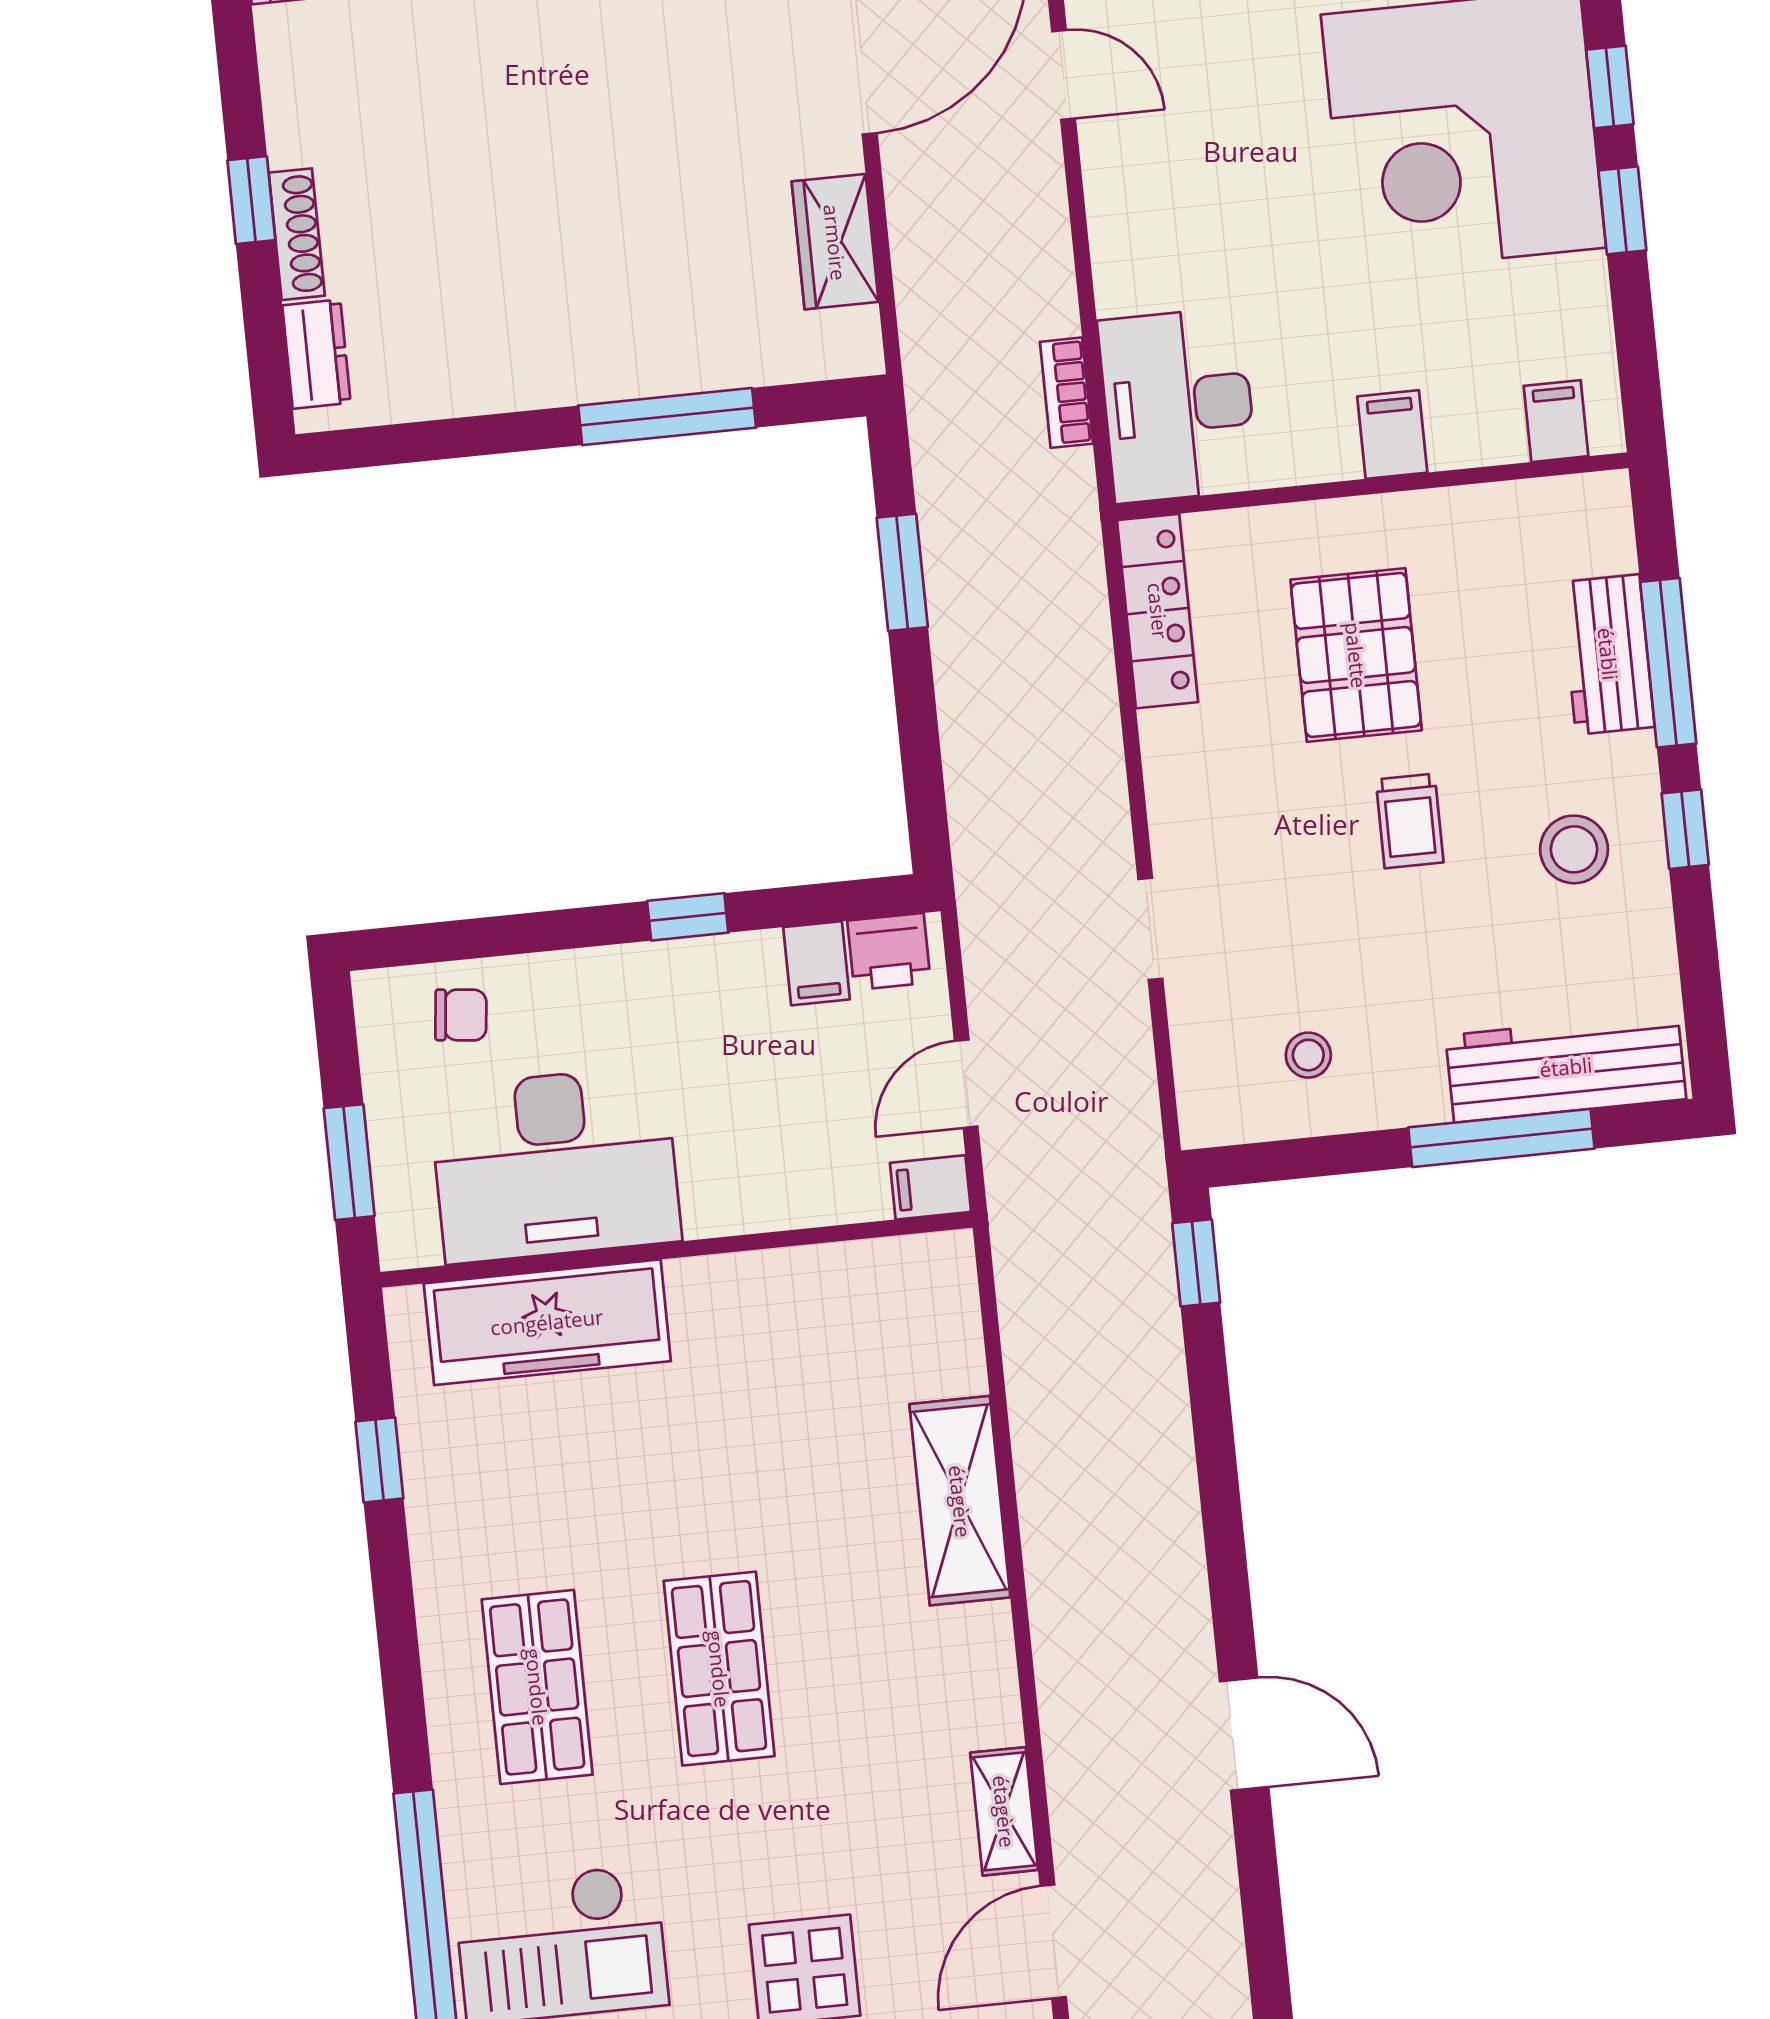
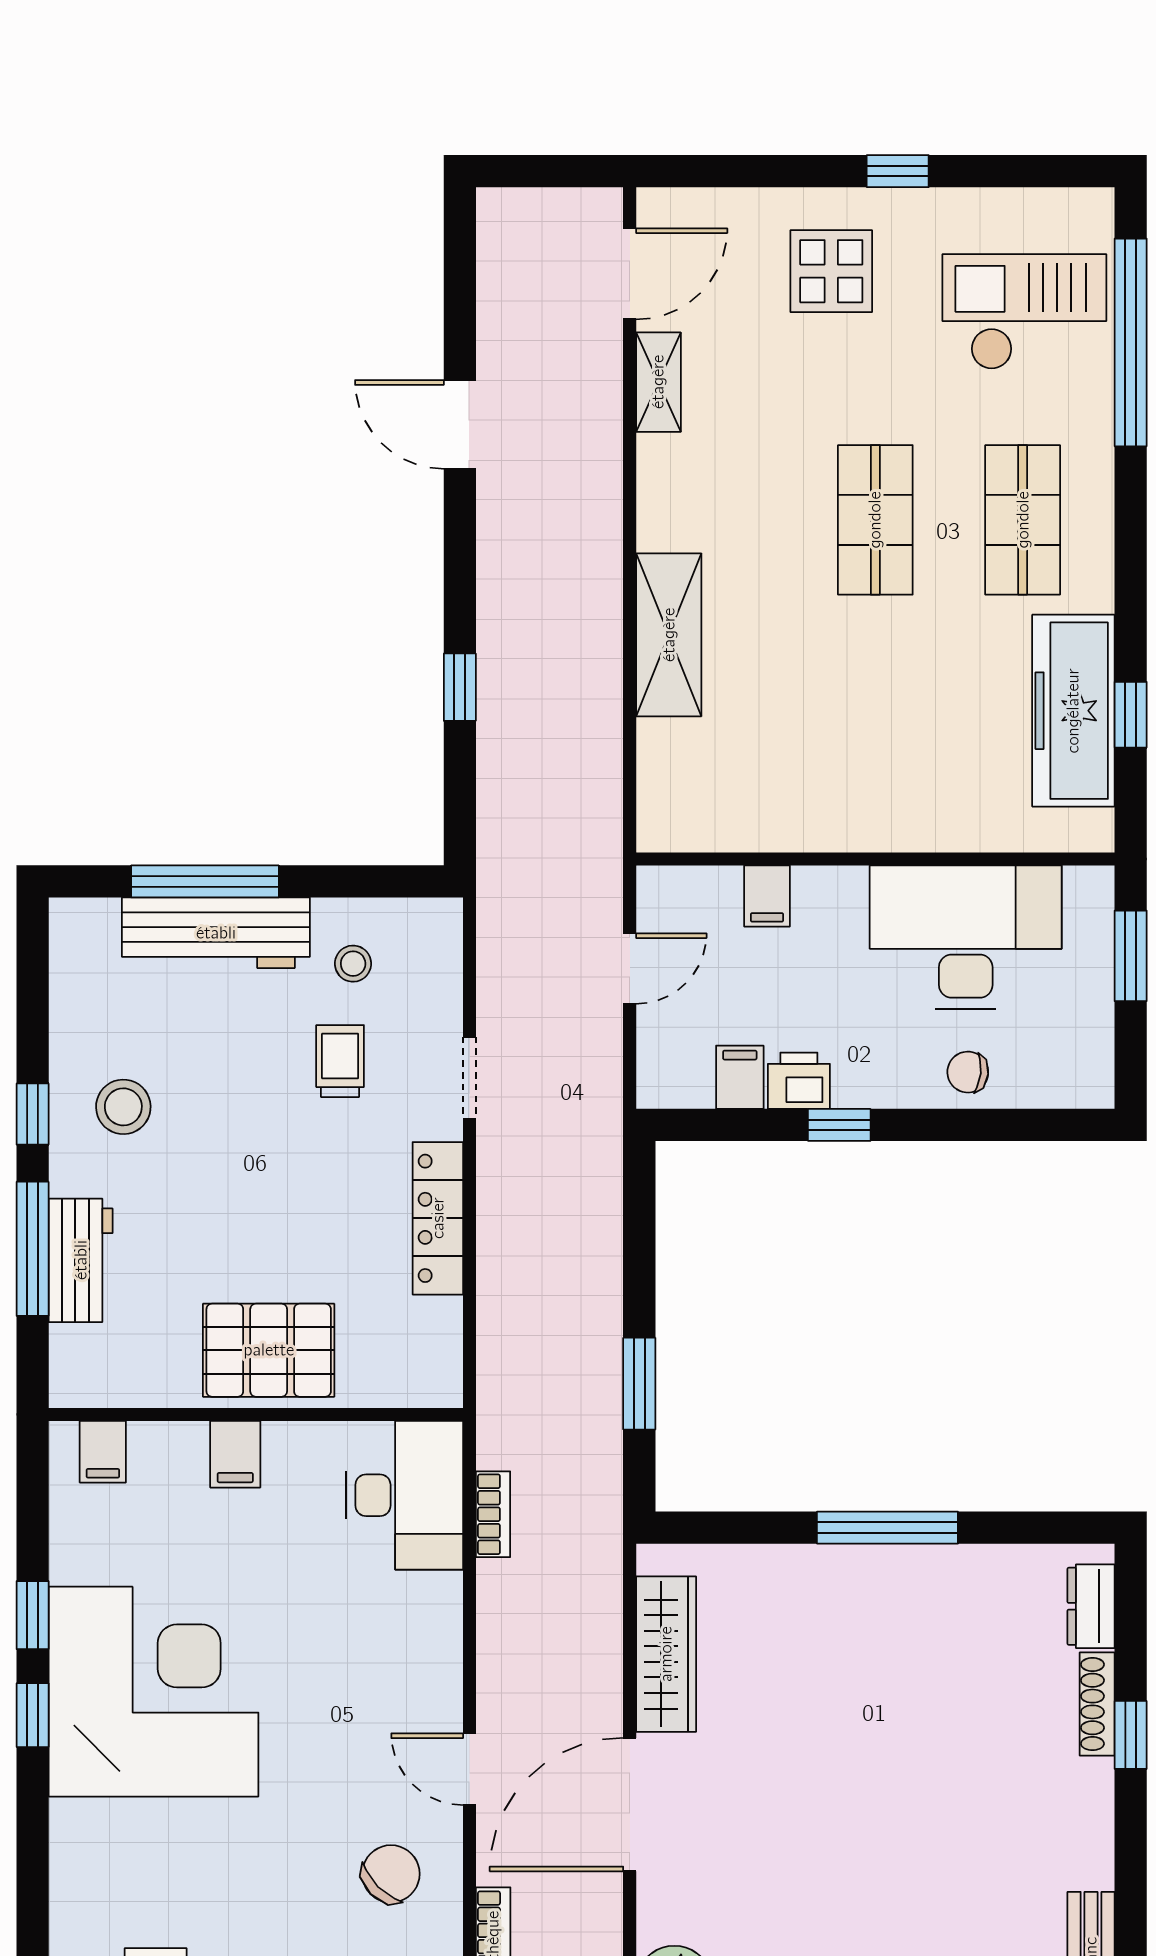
wardrobe: (835, 242) -> (666, 1654), width x1.50
window: (667, 417) -> (887, 1528), moved
locker: (1158, 611) -> (438, 1218), moved
pallet: (1356, 655) -> (269, 1350), moved, turned 90
trolley: (1410, 821) -> (340, 1061), moved
printer: (889, 952) -> (799, 1081), moved
chair: (461, 1015) -> (968, 1072), moved
workbench: (1566, 1067) -> (216, 933), moved
filing cabinet: (931, 1187) -> (767, 896), moved, turned 90
window: (1196, 1263) -> (460, 687), moved
freezer: (547, 1322) -> (1073, 711), moved, turned -90

